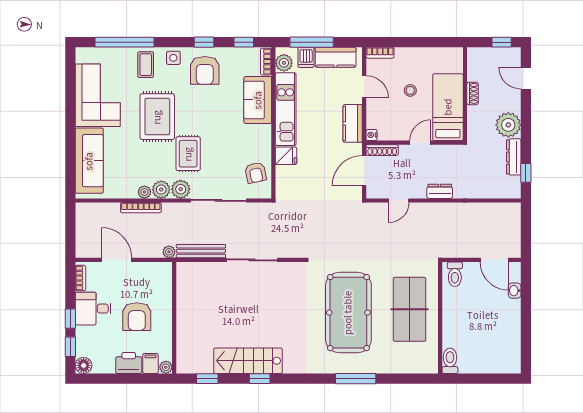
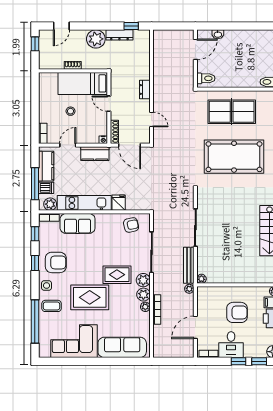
plant: (183, 268) -> (201, 279), added

